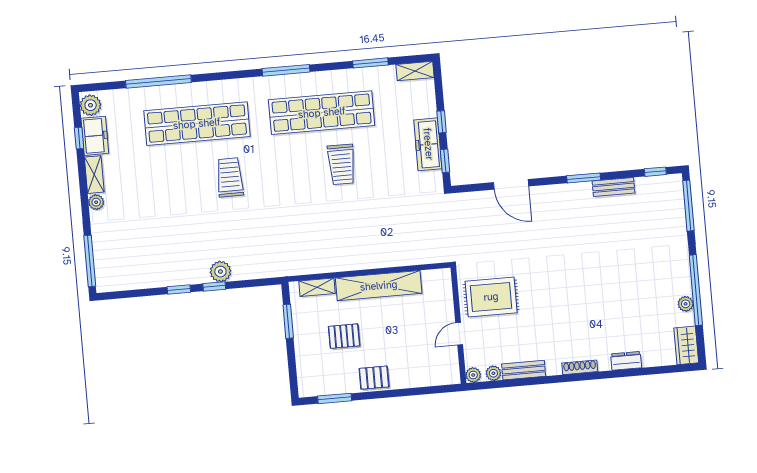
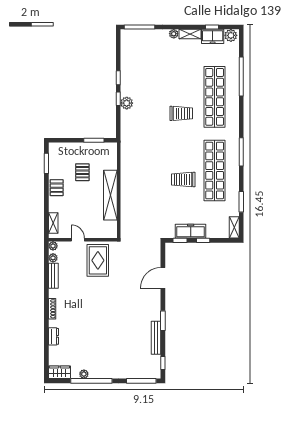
bench: (614, 187) -> (156, 338), width x1.36
shelving: (317, 287) -> (53, 223), moved

